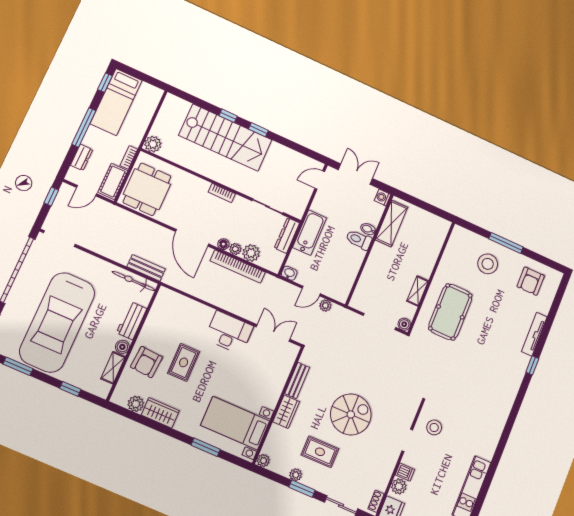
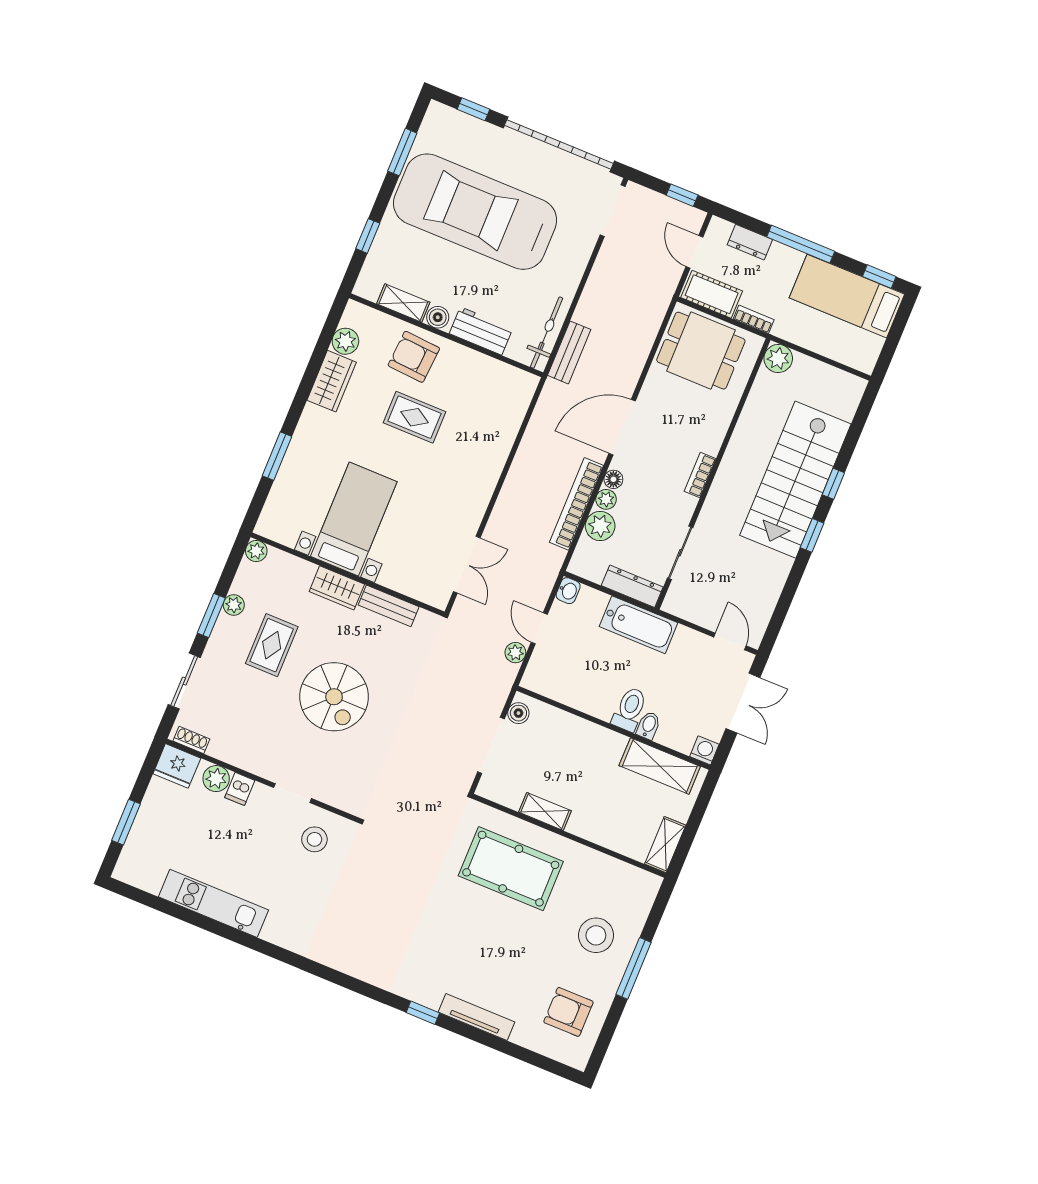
shelving: (436, 222) -> (665, 845), added
boiler: (404, 324) -> (518, 713), moved
desk: (229, 332) -> (466, 491), removed
bed with nightstands: (235, 423) -> (354, 519), moved

